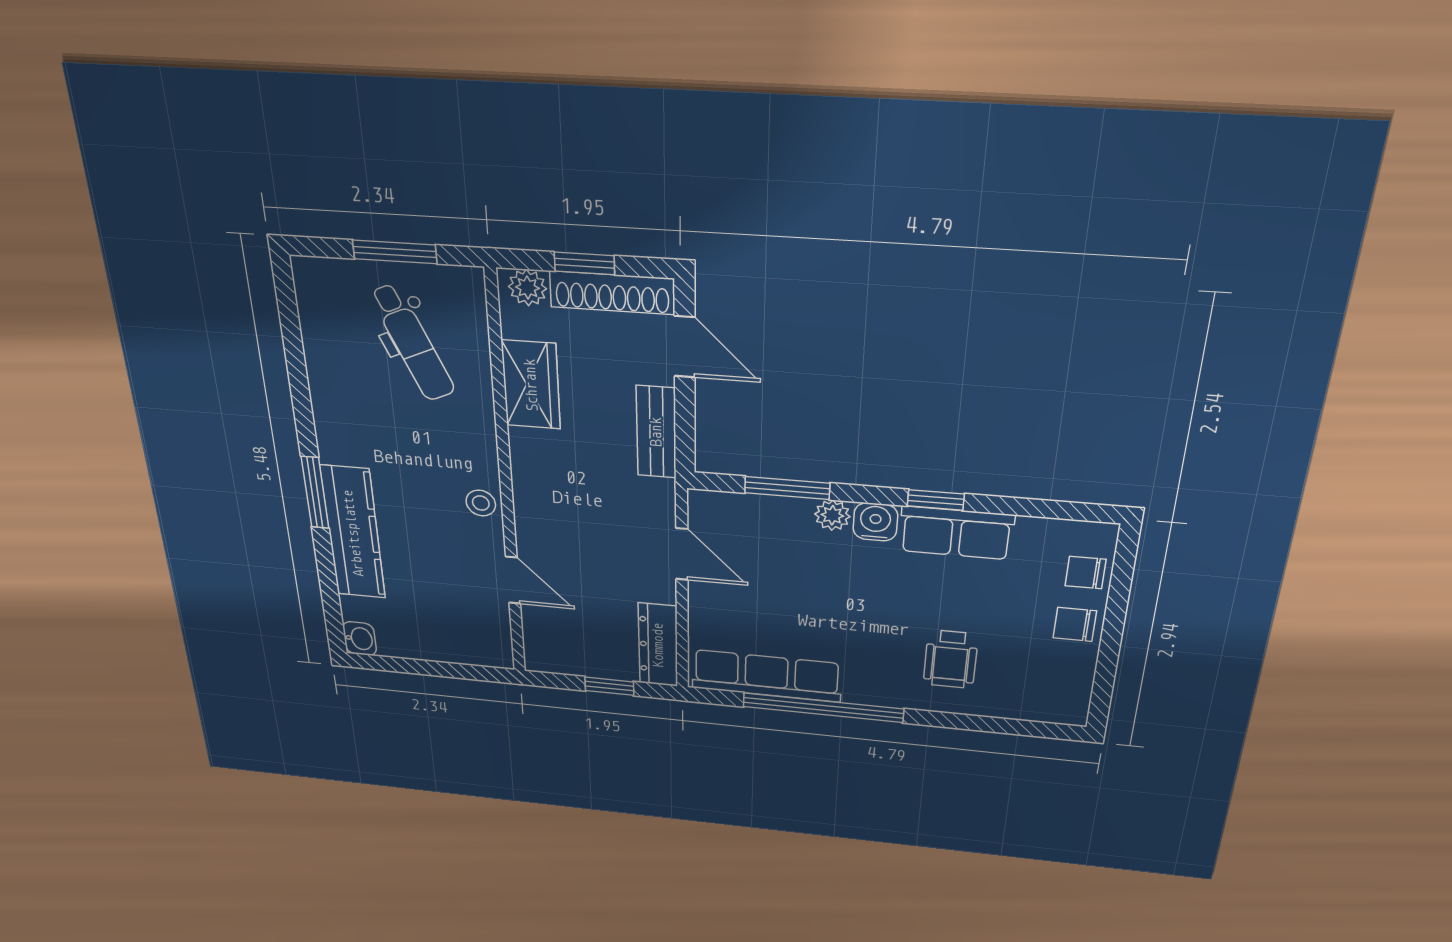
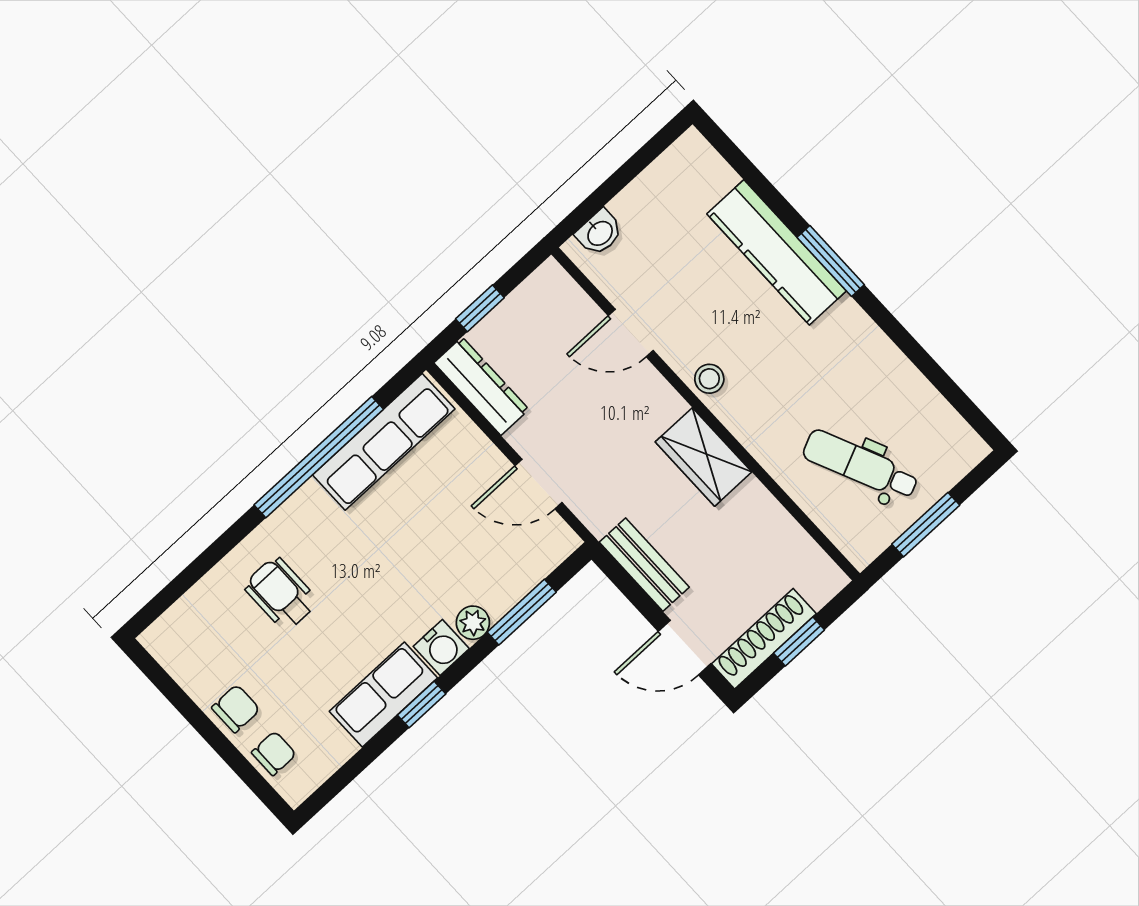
plant: (527, 288) -> (820, 587), removed
wardrobe: (531, 385) -> (704, 457), moved
washbasin: (360, 639) -> (599, 233), moved, turned -90

